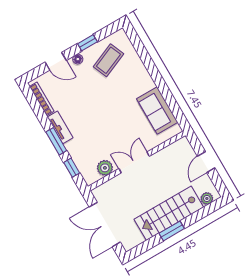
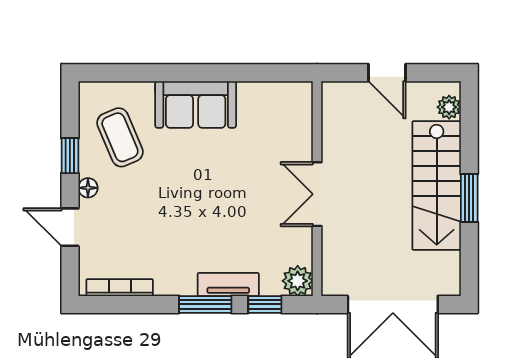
door: (56, 61) -> (70, 227), swing flipped
sofa: (157, 110) -> (196, 104), moved
tv unit: (60, 127) -> (228, 284), moved
plant: (105, 168) -> (298, 281), moved

